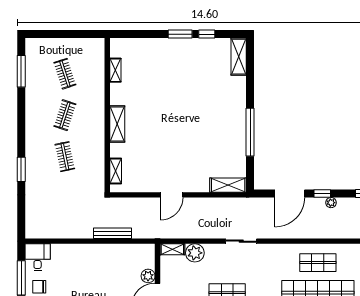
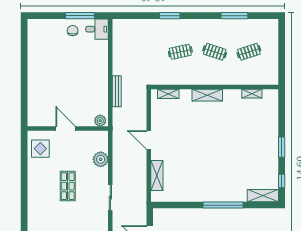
window: (207, 34) -> (282, 181), moved
window: (21, 71) -> (234, 16), moved
window: (250, 132) -> (223, 205), moved
shelving: (228, 185) -> (157, 176), moved
shelving: (172, 249) -> (104, 141), removed
plant: (148, 276) -> (100, 121), moved

